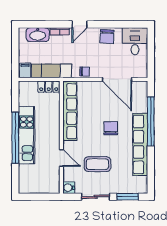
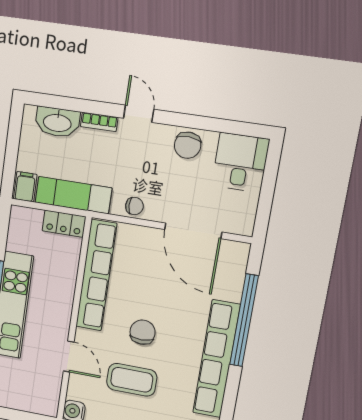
door: (79, 24) -> (139, 114), swing flipped
chair: (111, 128) -> (143, 332), moved

